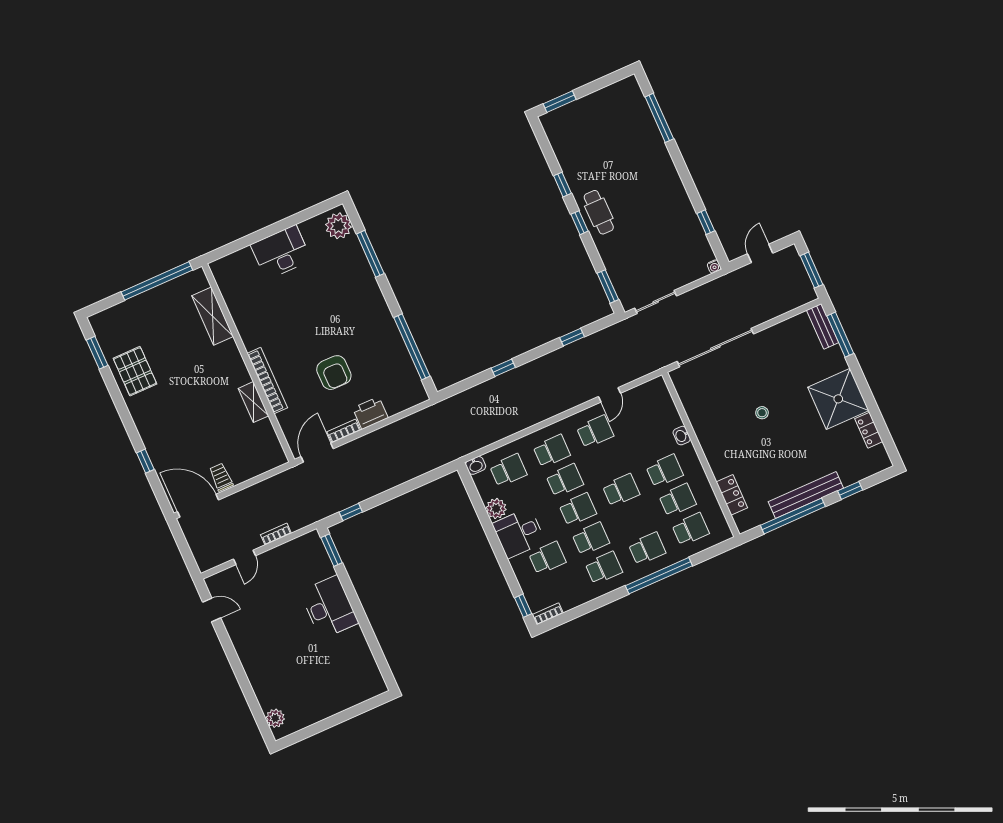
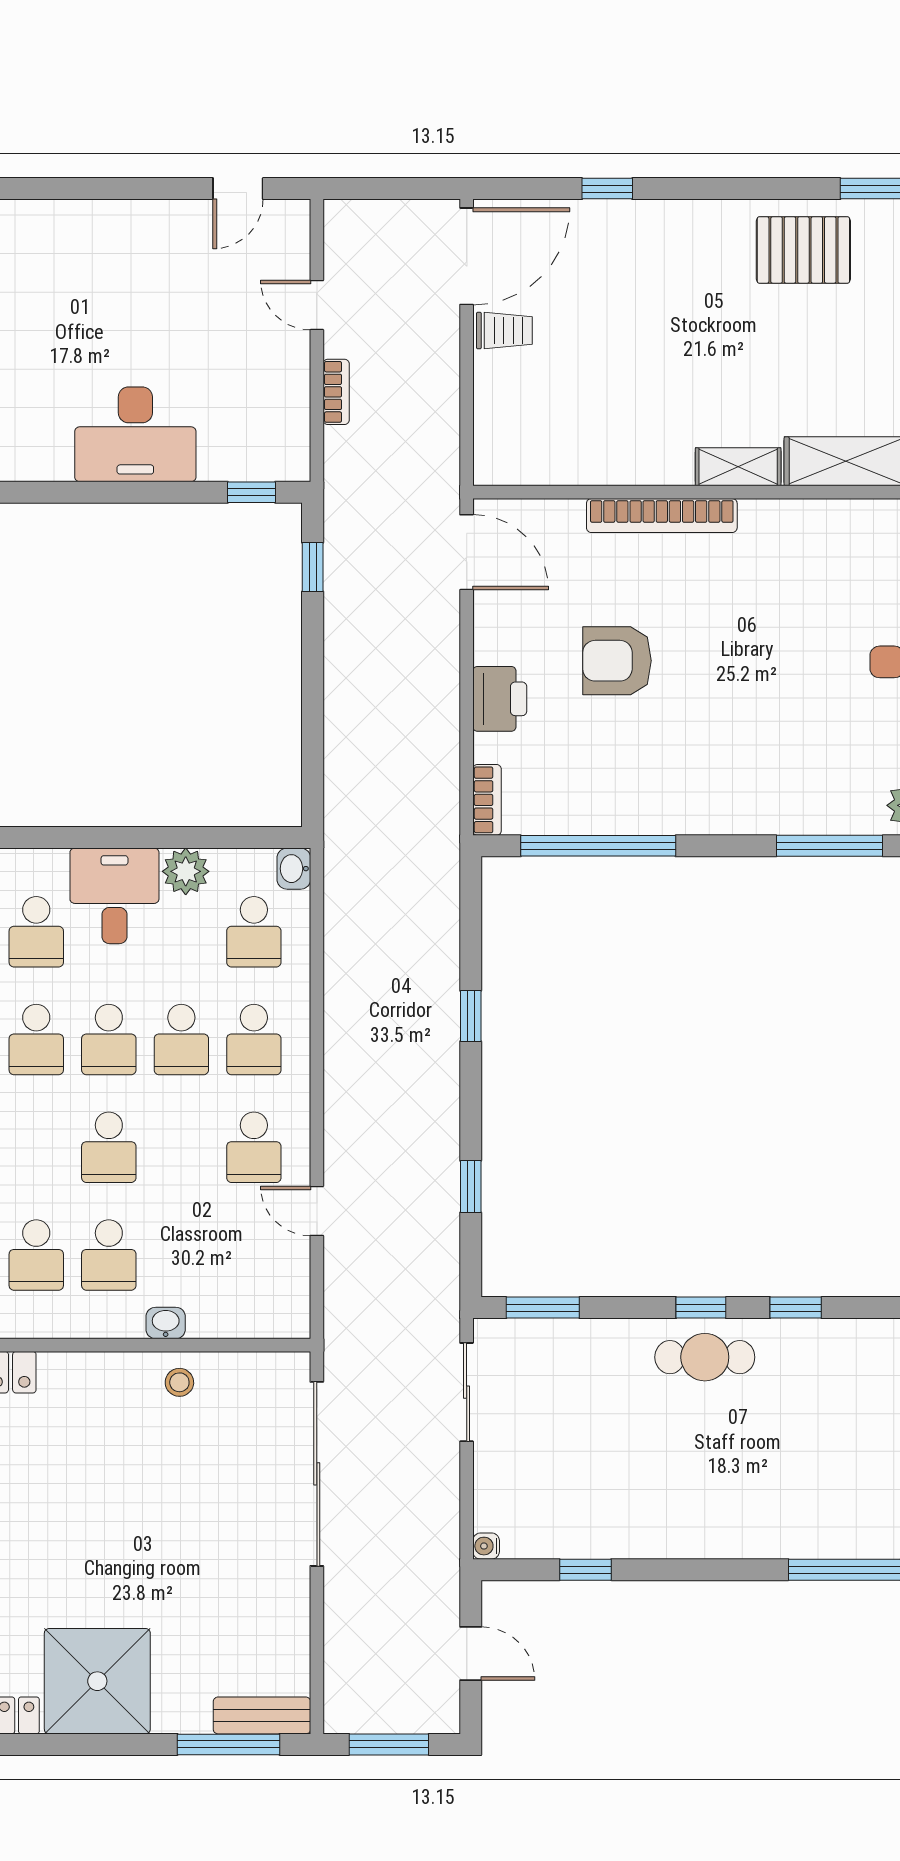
shelving: (253, 402) -> (738, 467), moved
stool: (762, 413) -> (179, 1382), moved
bookcase: (344, 431) -> (487, 800), moved
window: (332, 550) -> (252, 492), width x0.67

